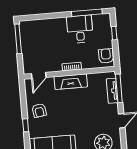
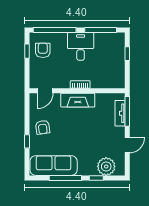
window: (43, 16) -> (55, 30), added
desk: (80, 29) -> (81, 46), moved
window: (18, 39) -> (27, 51), width x0.46
armchair: (106, 56) -> (43, 50), moved

